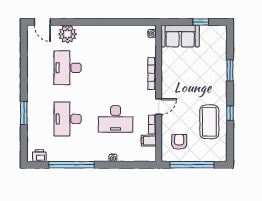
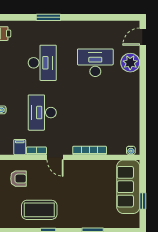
sofa: (180, 36) -> (128, 187), width x1.36
desk: (68, 119) -> (42, 63), turned 90

